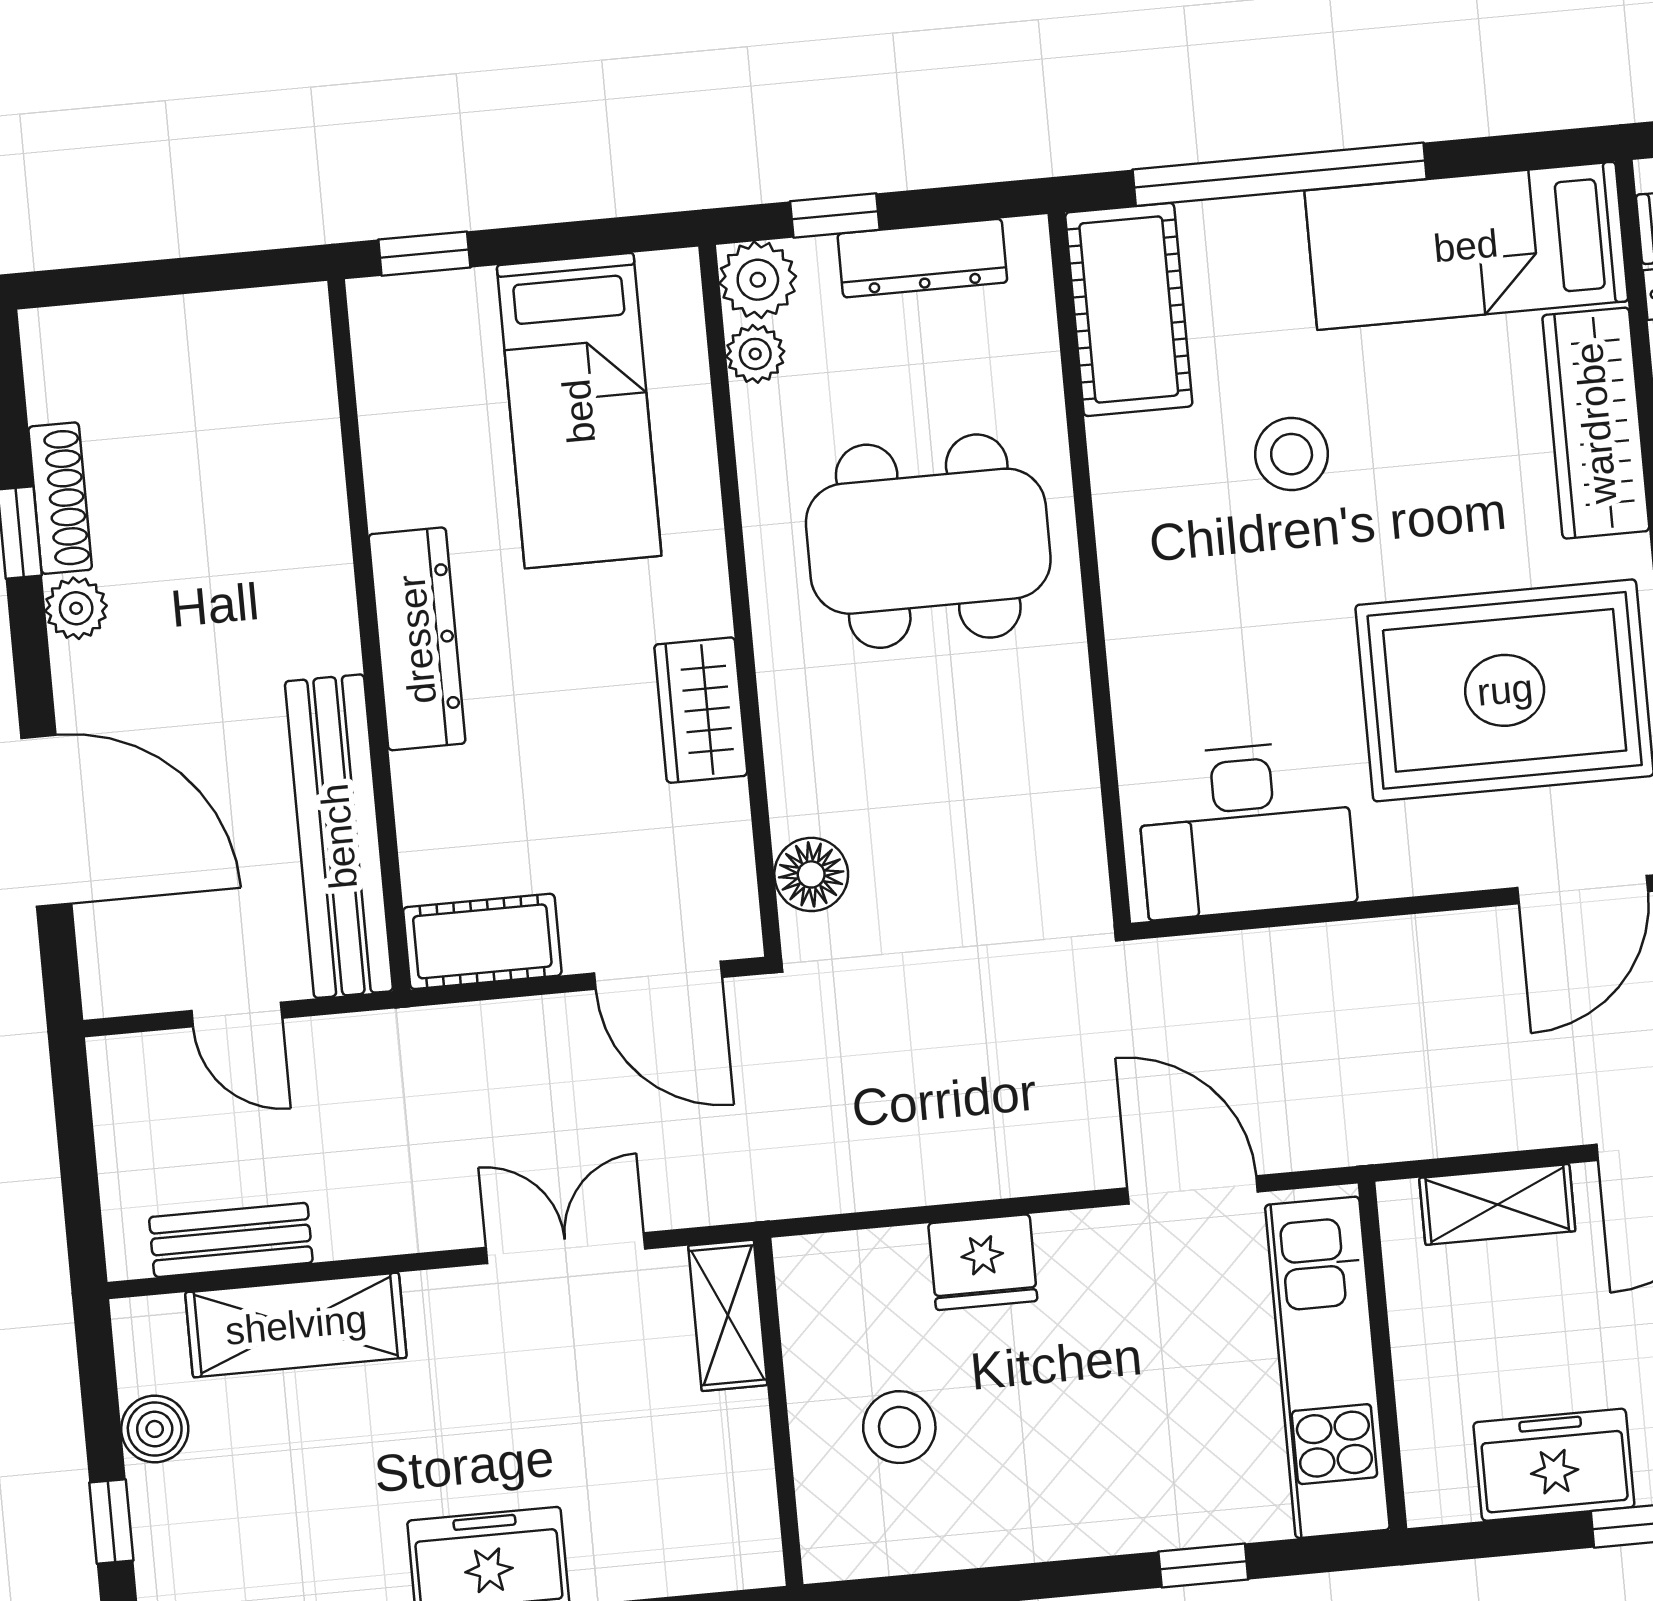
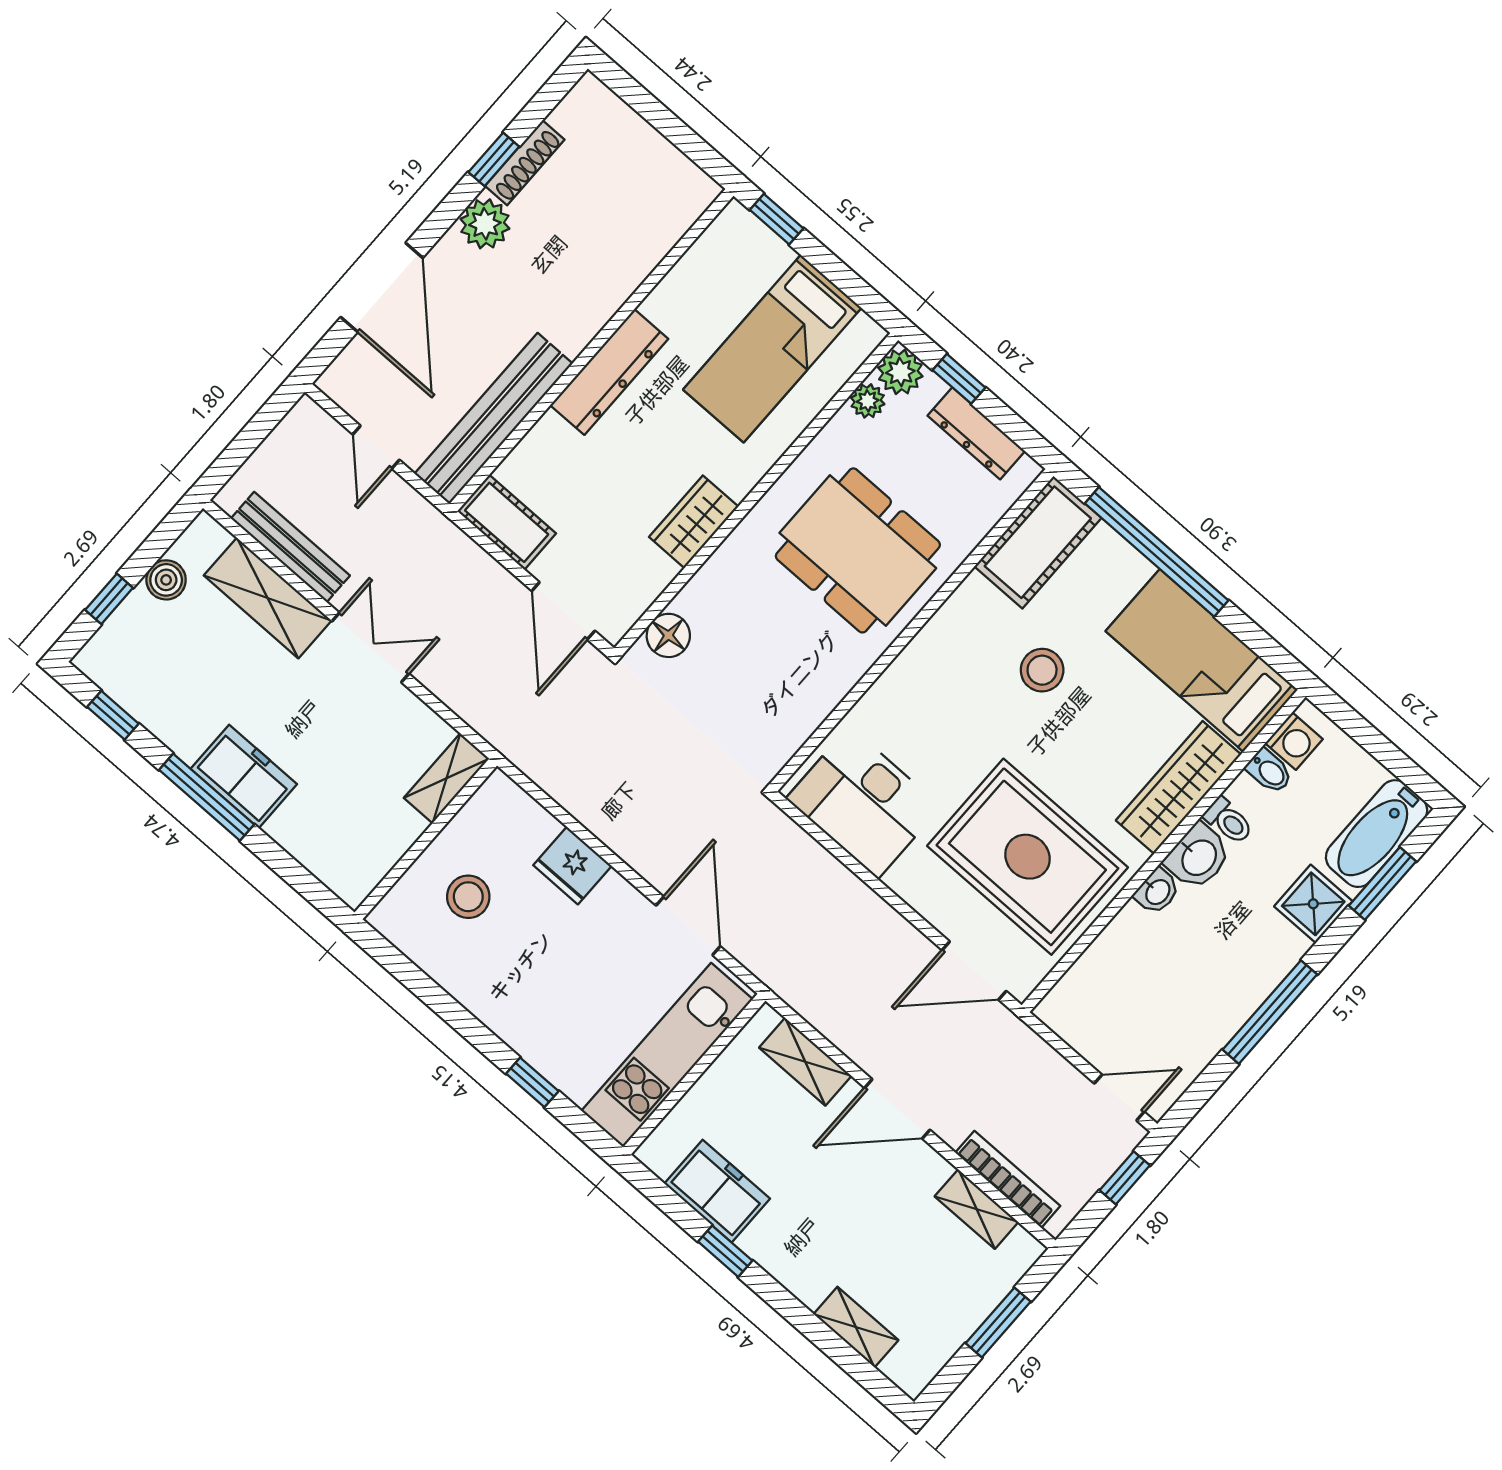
plant: (76, 608) -> (485, 224), width x1.38, depth x1.38
bench: (231, 1240) -> (290, 547), width x1.36
double door: (566, 1248) -> (370, 648), moved

